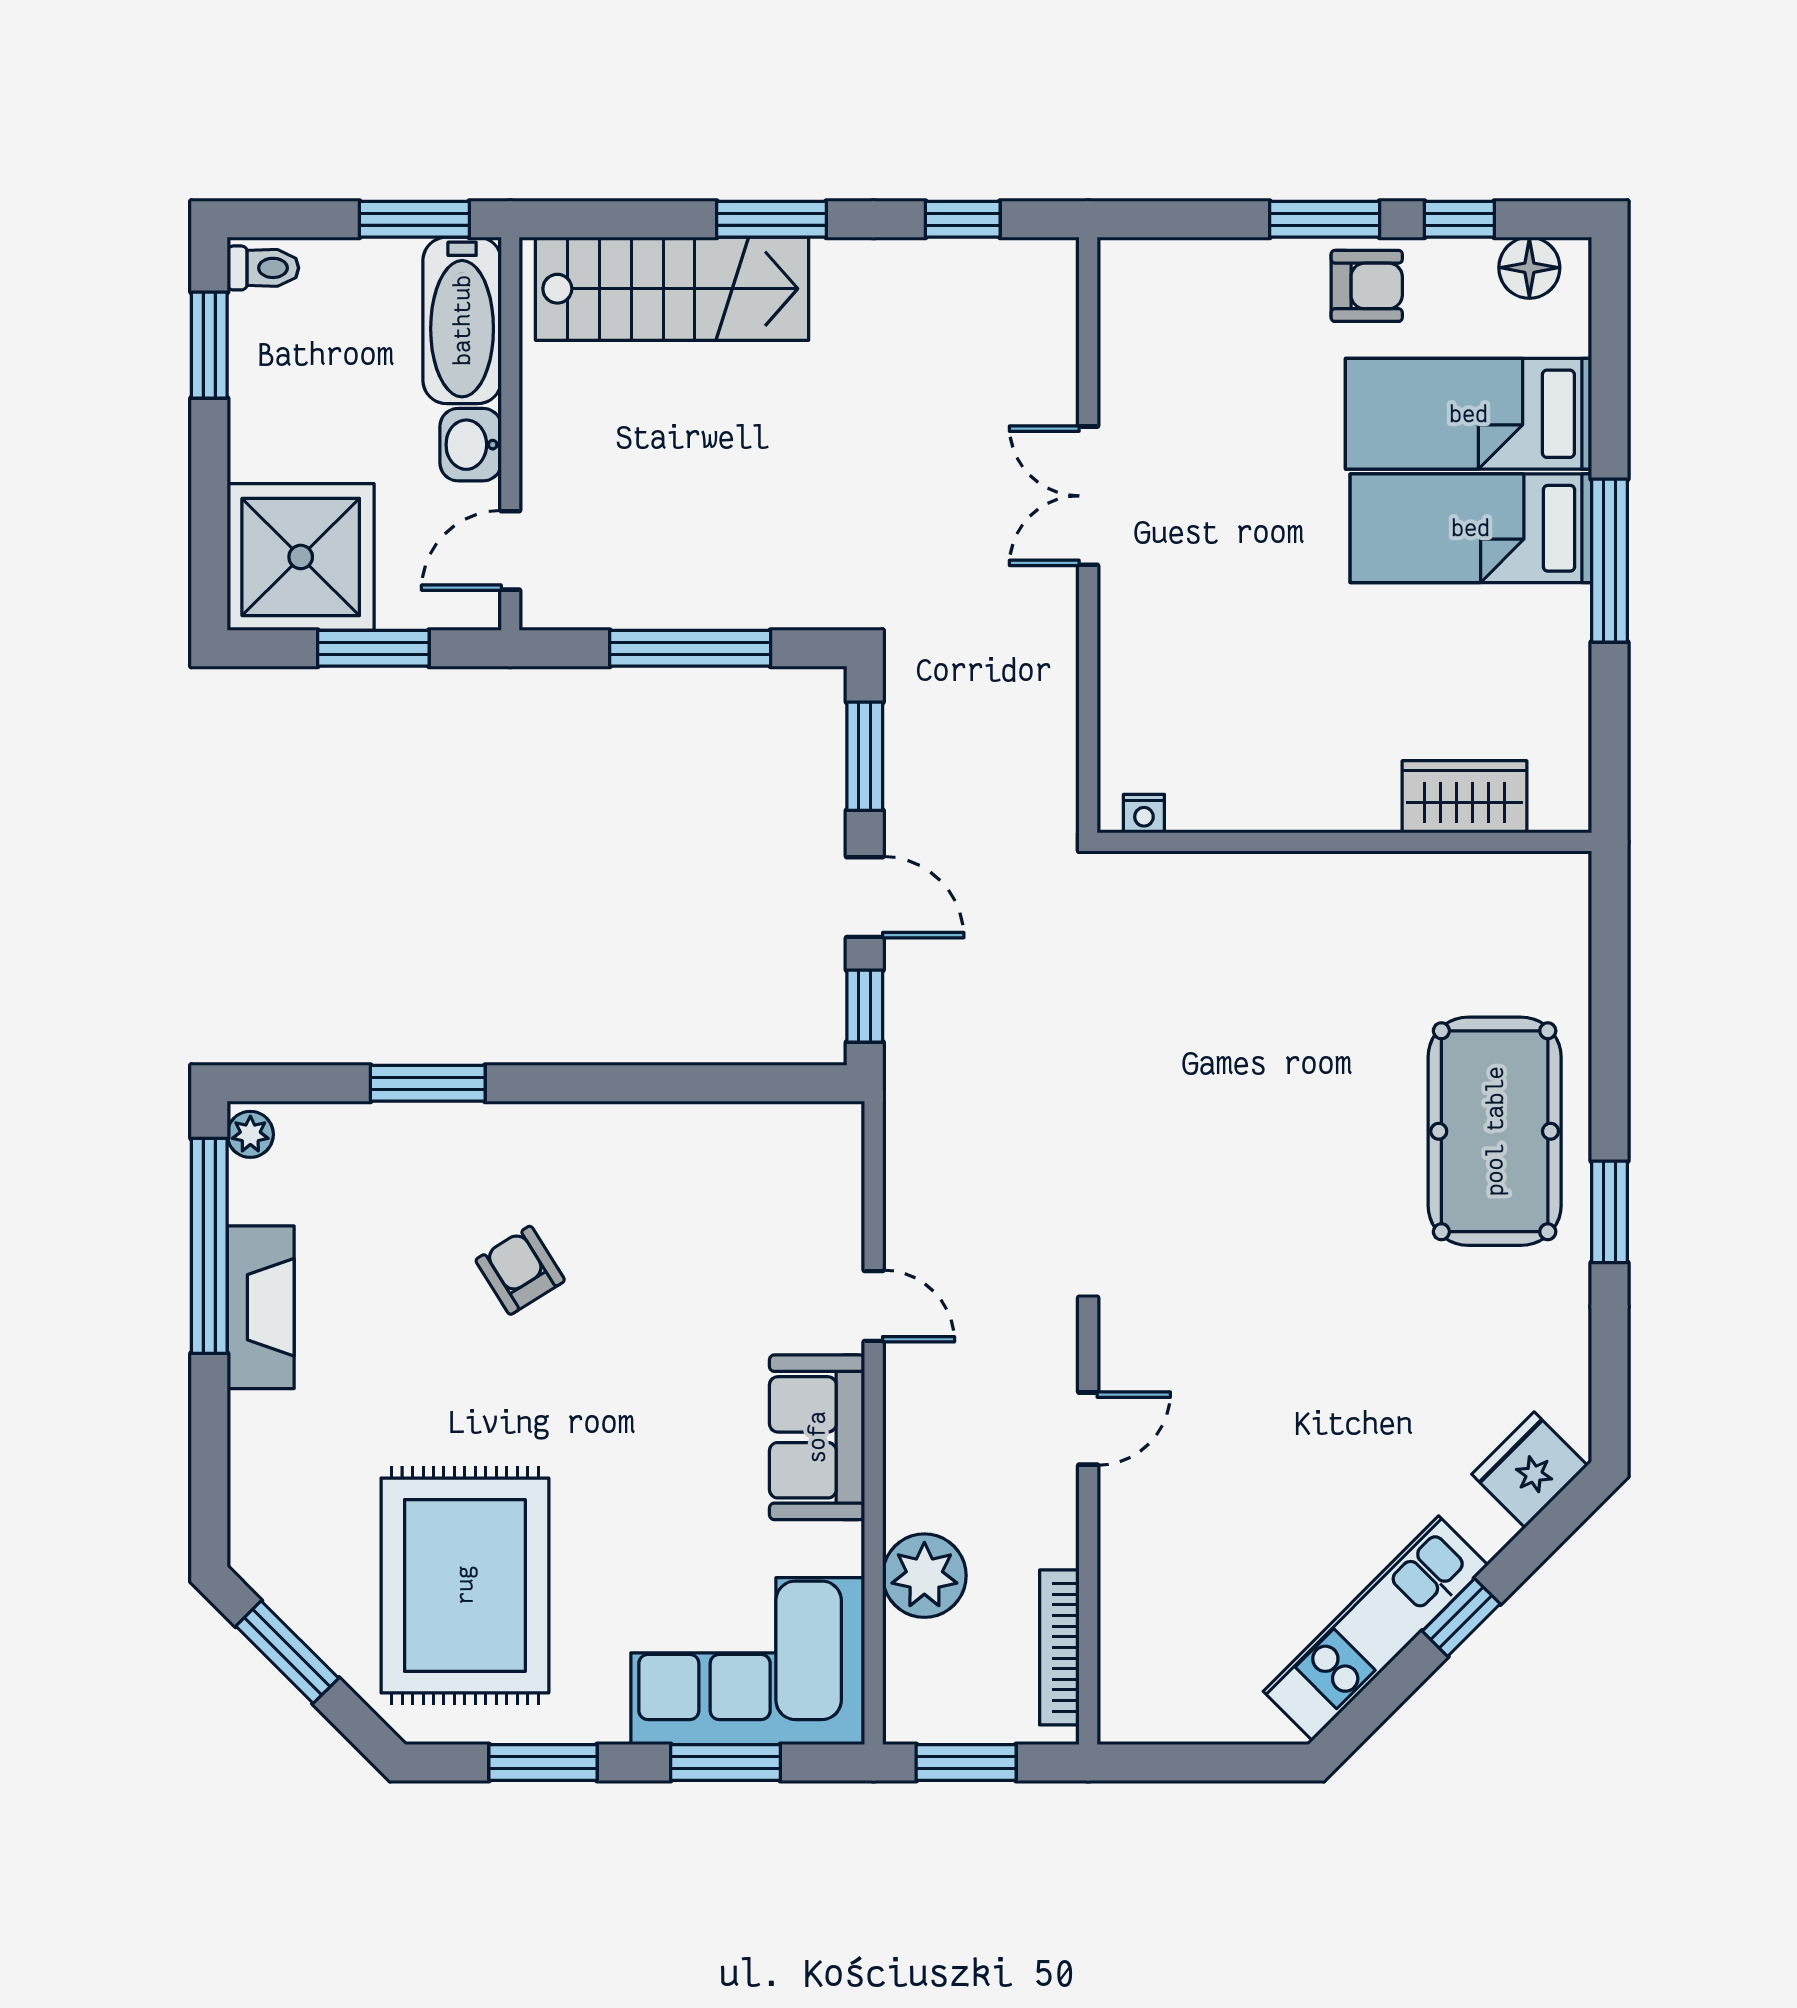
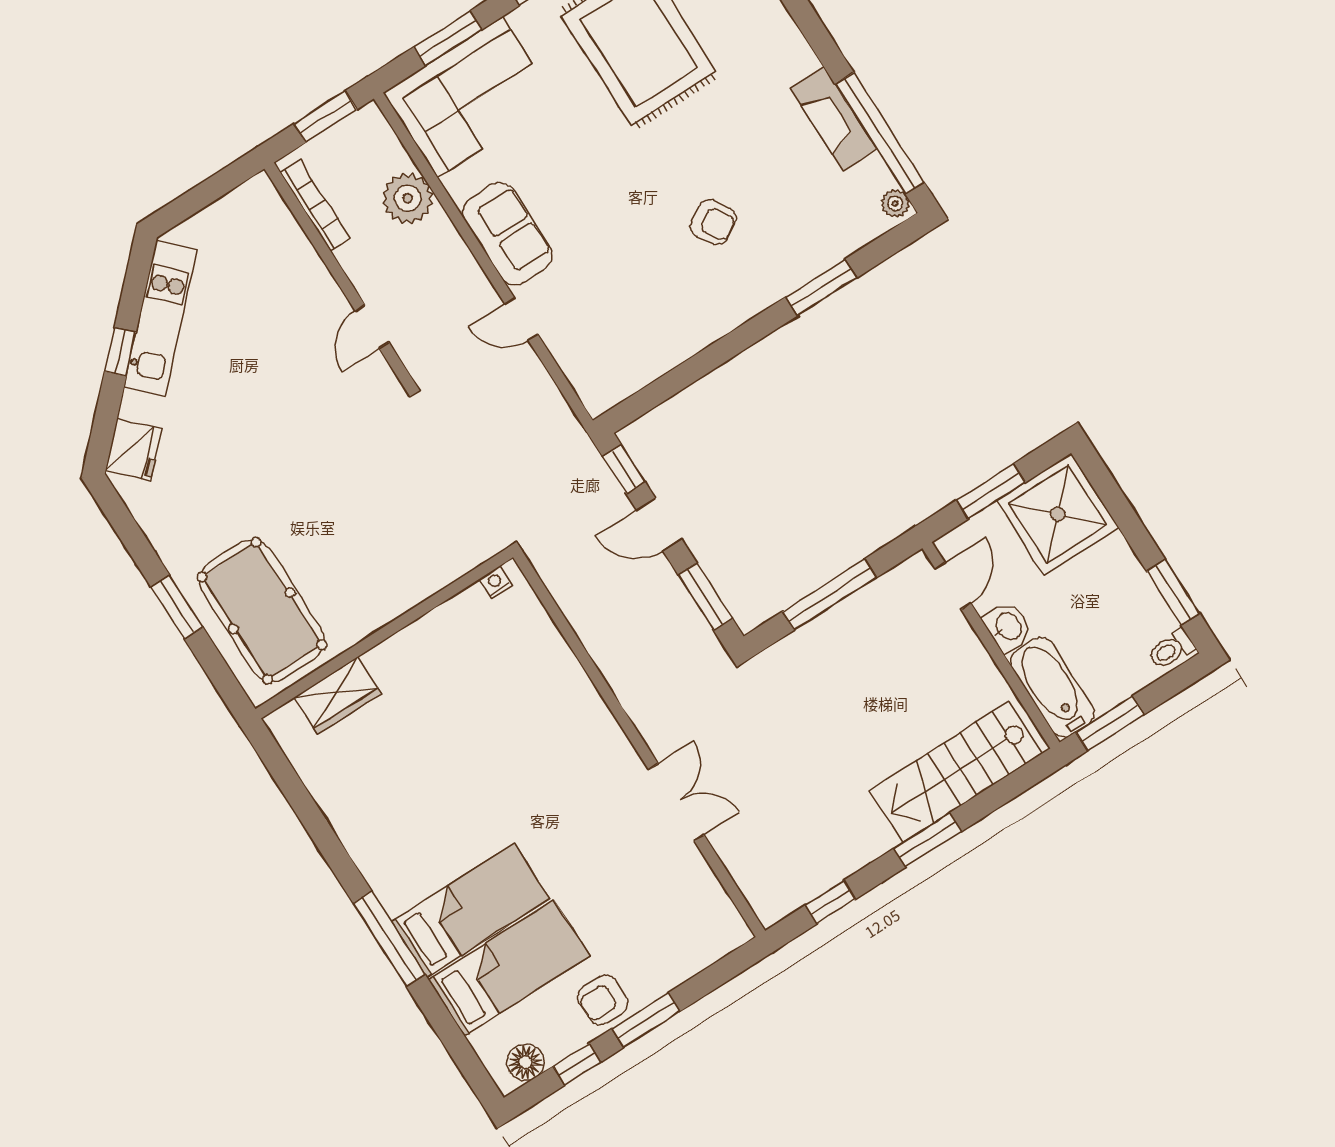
wardrobe: (1464, 797) -> (338, 695), moved
nightstand: (1144, 814) -> (496, 582), moved
wall: (1344, 842) -> (384, 633), moved

